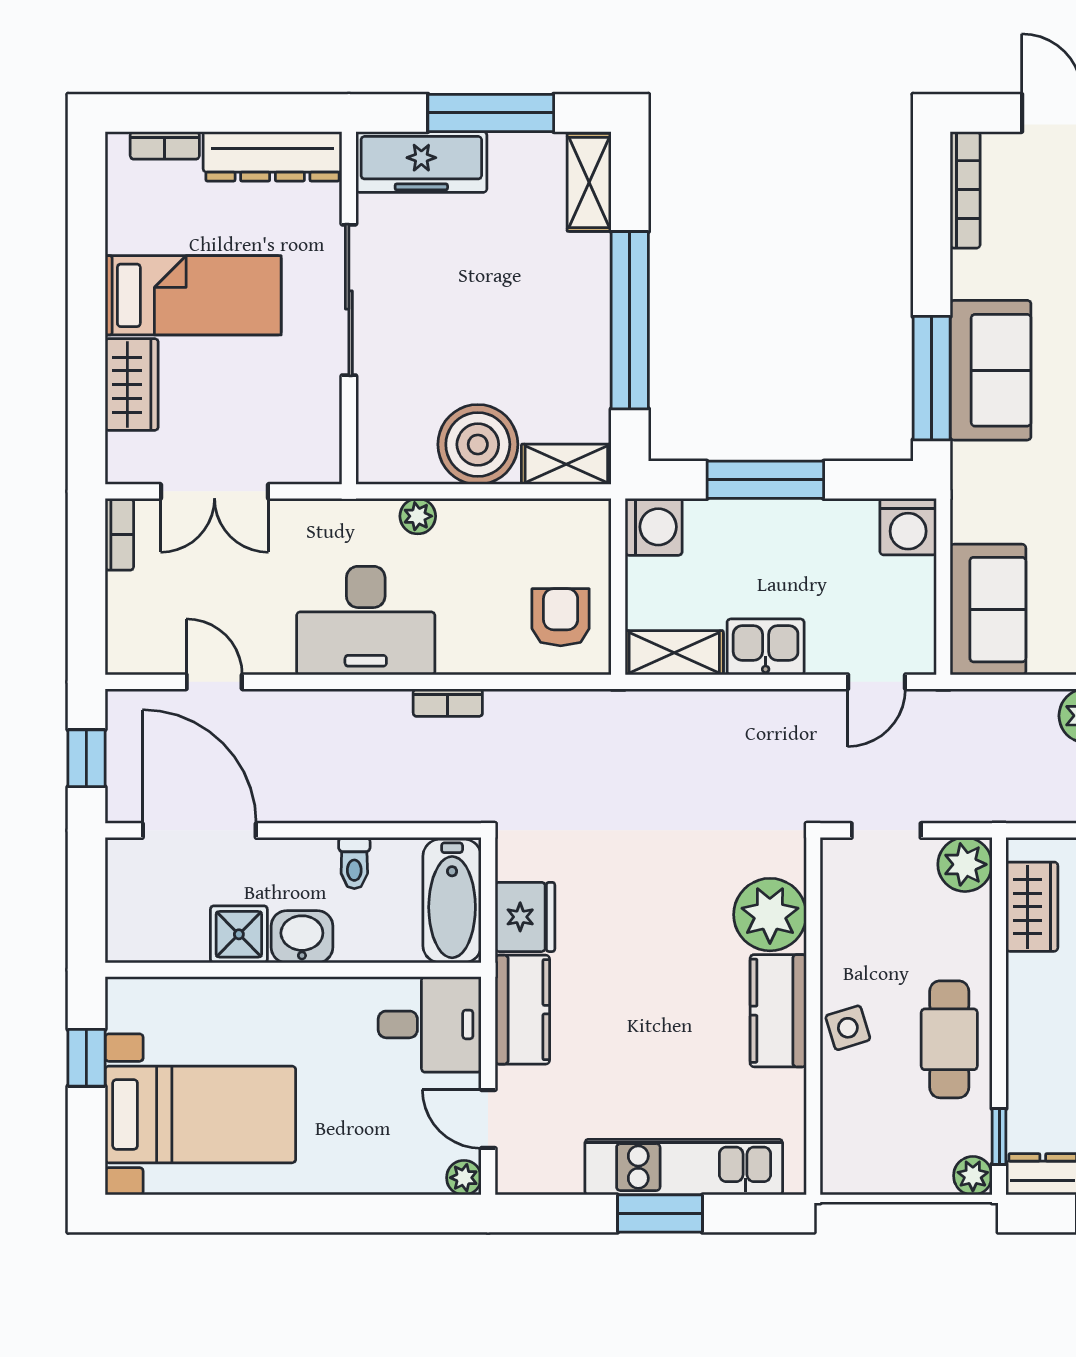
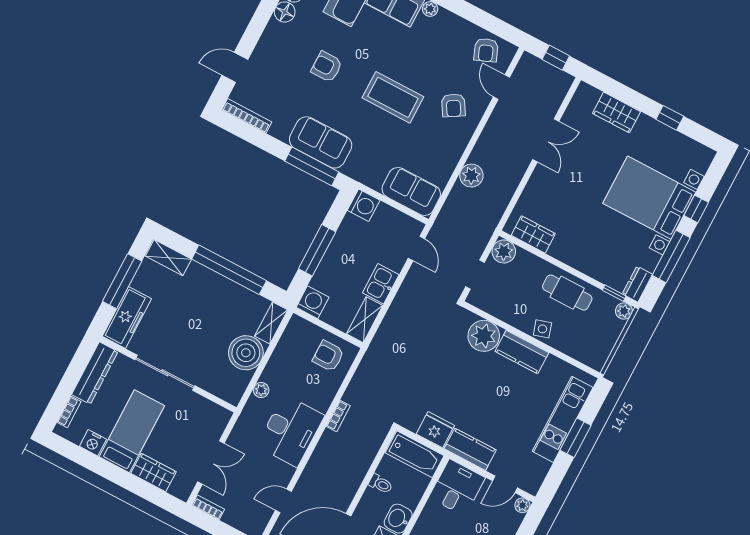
nightstand: (127, 228) -> (93, 443), added

